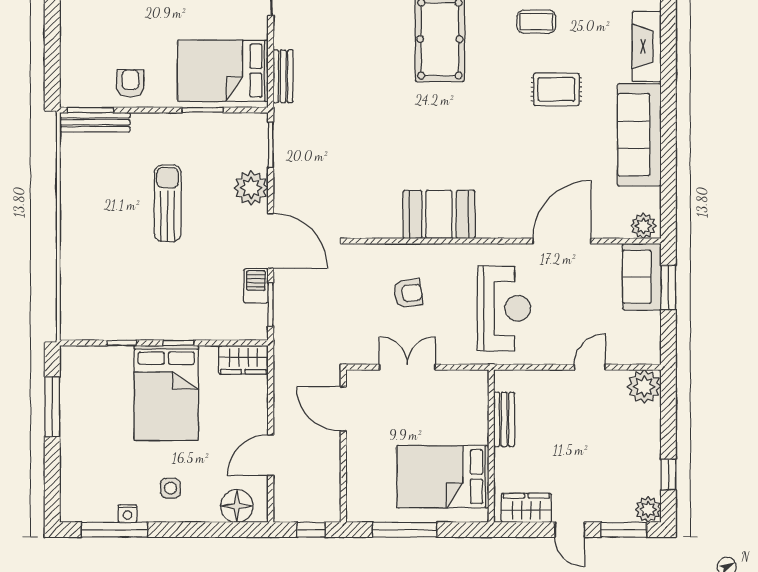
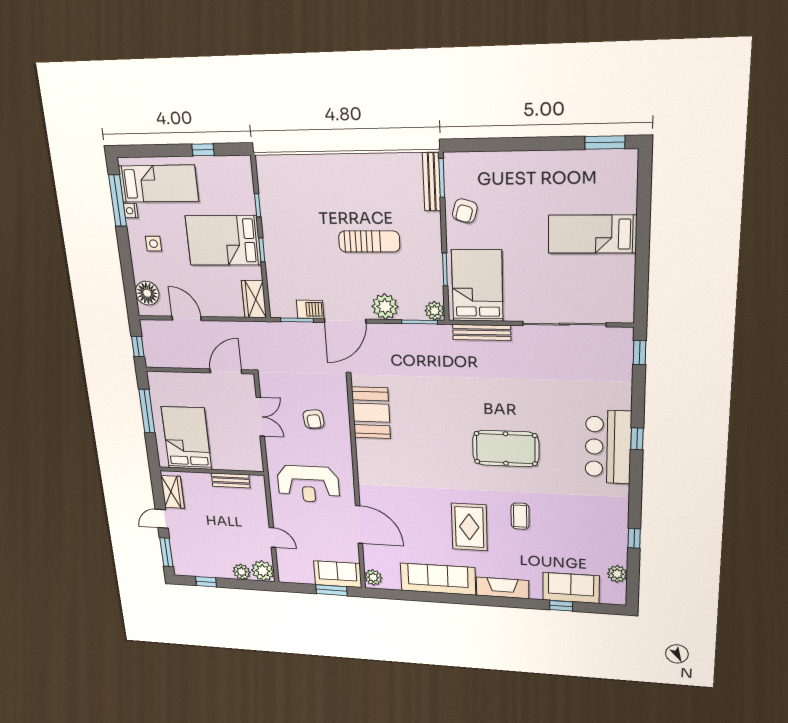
bench: (283, 76) -> (482, 332), width x1.36
armchair: (130, 83) -> (465, 211), turned 106
rug: (556, 89) -> (469, 527), width x1.36, depth x1.43
plant: (256, 125) -> (435, 311), added
booth: (439, 214) -> (371, 413), moved
window: (52, 407) -> (203, 150), width x0.46
bed: (93, 471) -> (158, 184), added
plant: (648, 509) -> (242, 572), moved

